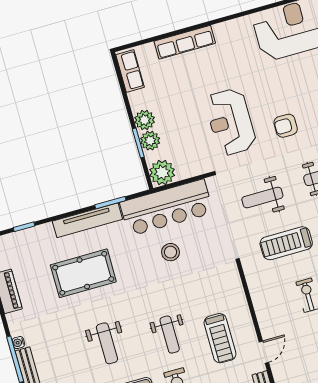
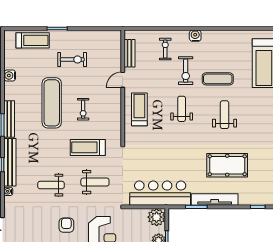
armchair: (286, 126) -> (66, 225), turned -90
treadmill: (286, 243) -> (88, 147), turned 180
stool: (170, 252) -> (166, 163), removed
treadmill: (220, 338) -> (139, 109), moved

